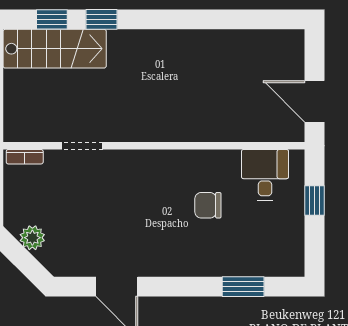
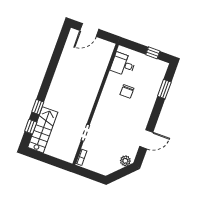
door: (314, 101) -> (89, 30), moved
window: (314, 200) -> (153, 53), moved
plant: (32, 238) -> (125, 161), moved

